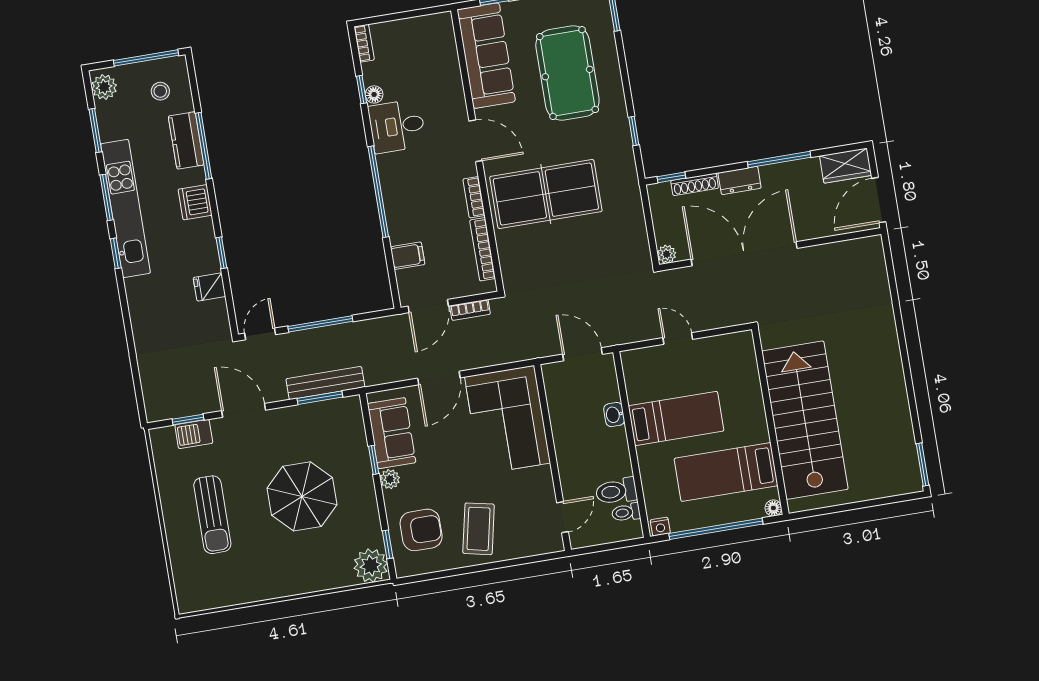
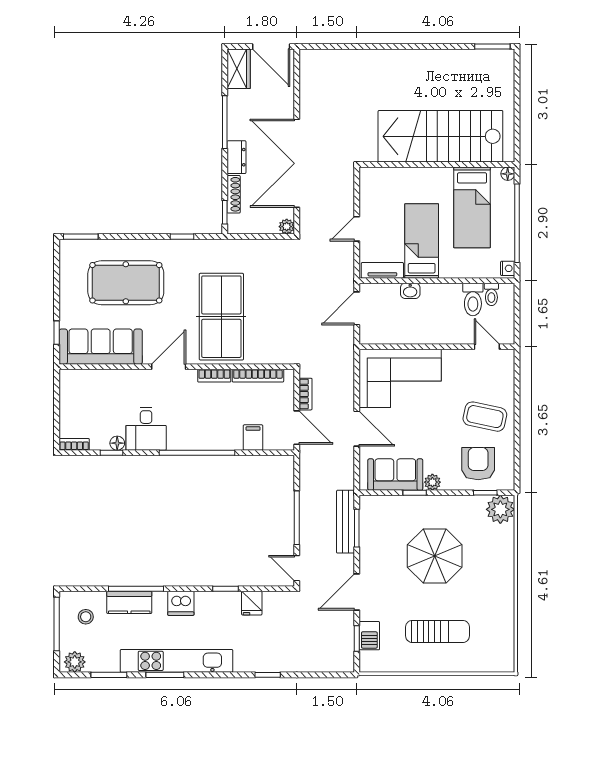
window: (116, 253) -> (268, 675), moved
tv unit: (633, 377) -> (382, 270), added

